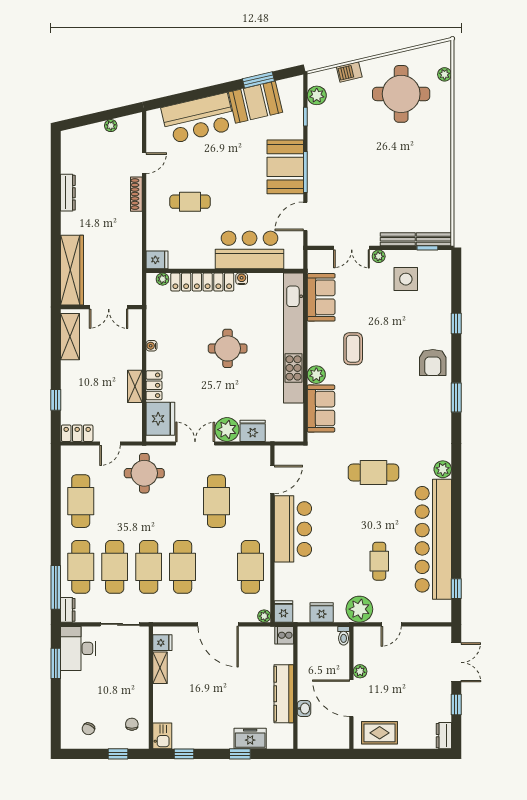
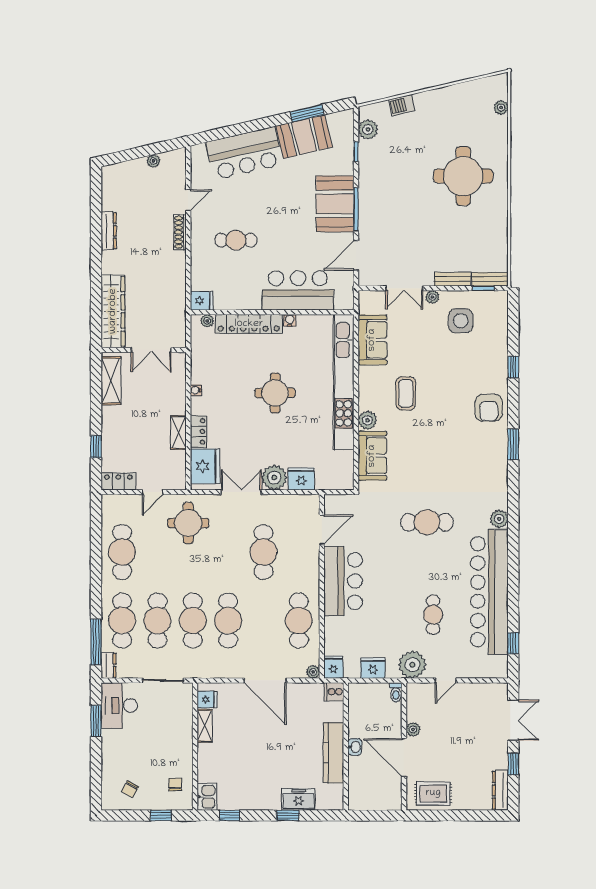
round table: (401, 94) -> (463, 176), moved
washbasin: (304, 709) -> (355, 747), moved
dresser: (444, 736) -> (500, 790), width x1.44

